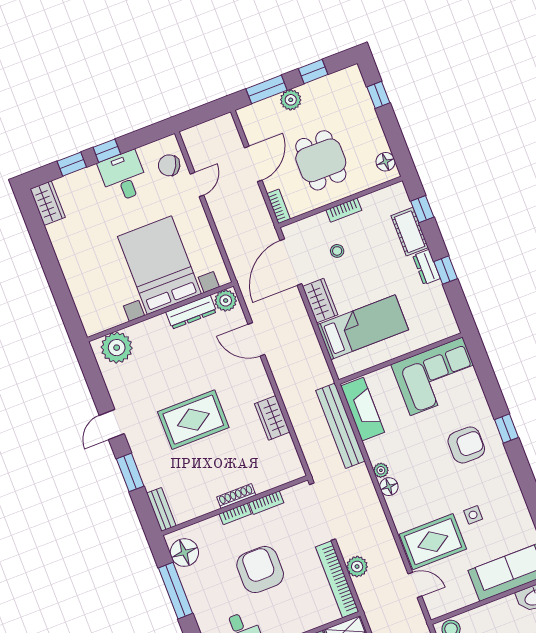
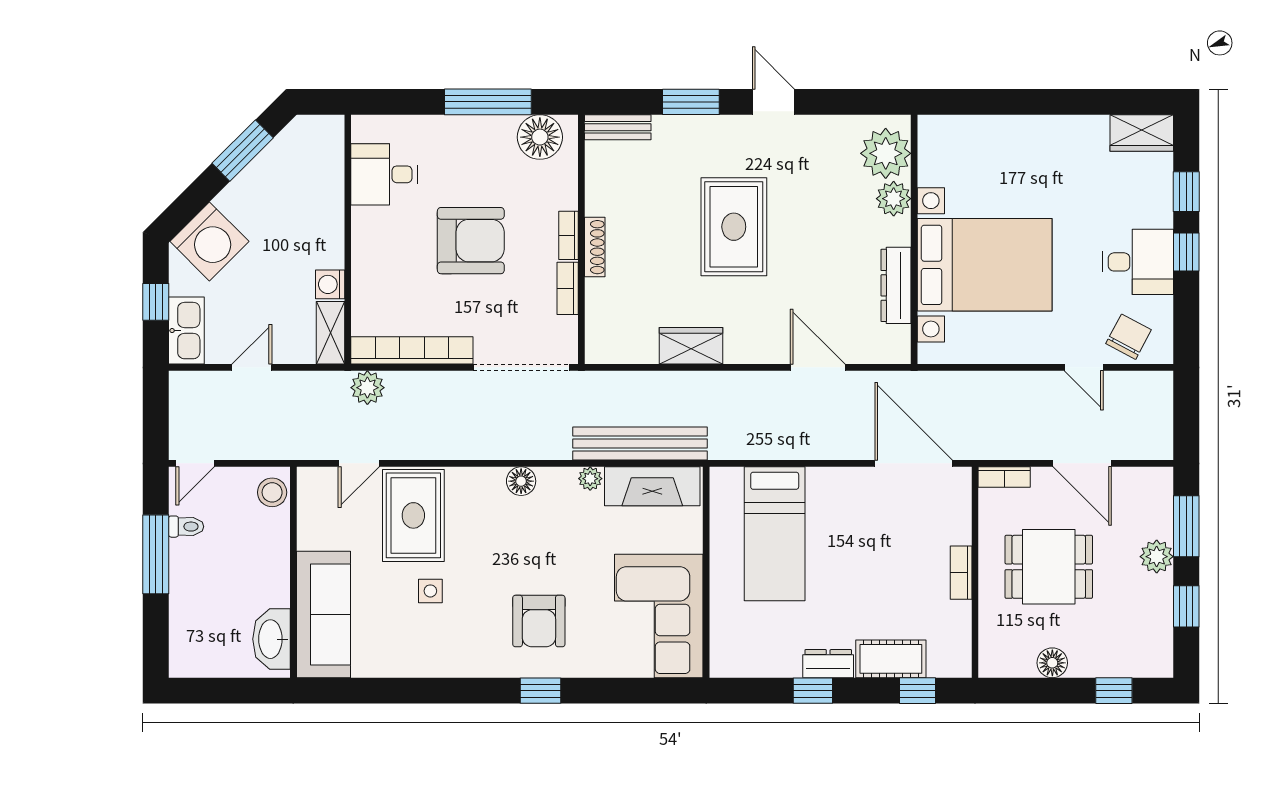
floor lamp: (385, 162) -> (1052, 663), moved
stool: (337, 251) -> (904, 539), removed
plant: (226, 301) -> (894, 199), moved
wardrobe: (320, 301) -> (839, 485), removed
door: (256, 339) -> (818, 367), hinge flipped
plant: (381, 470) -> (590, 479), moved
plant: (357, 567) -> (367, 388), moved

